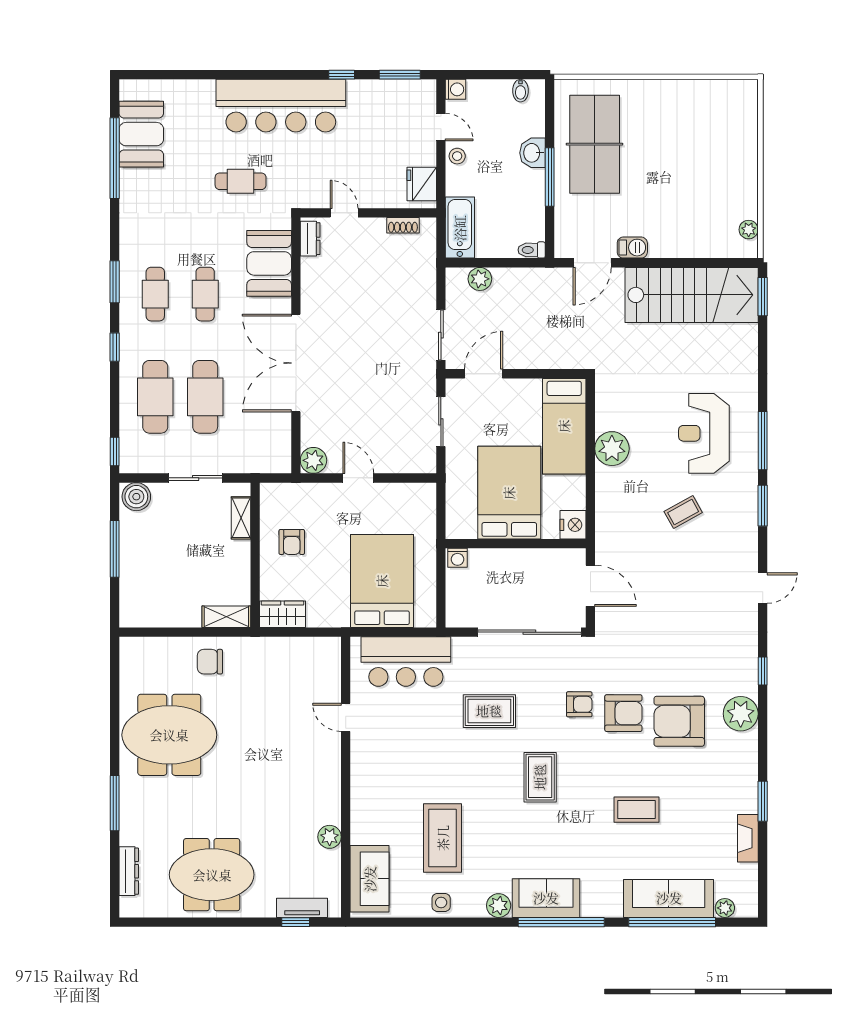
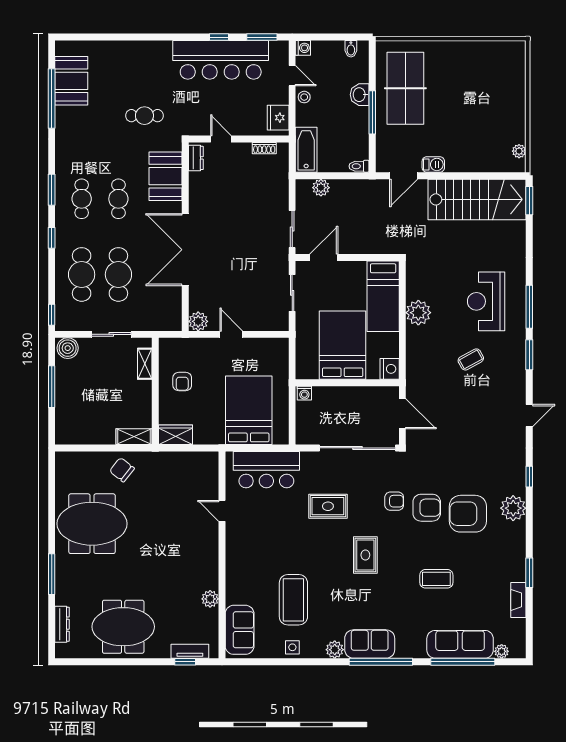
bar counter: (281, 106) -> (221, 60), moved
chair: (210, 662) -> (122, 470), turned 38

